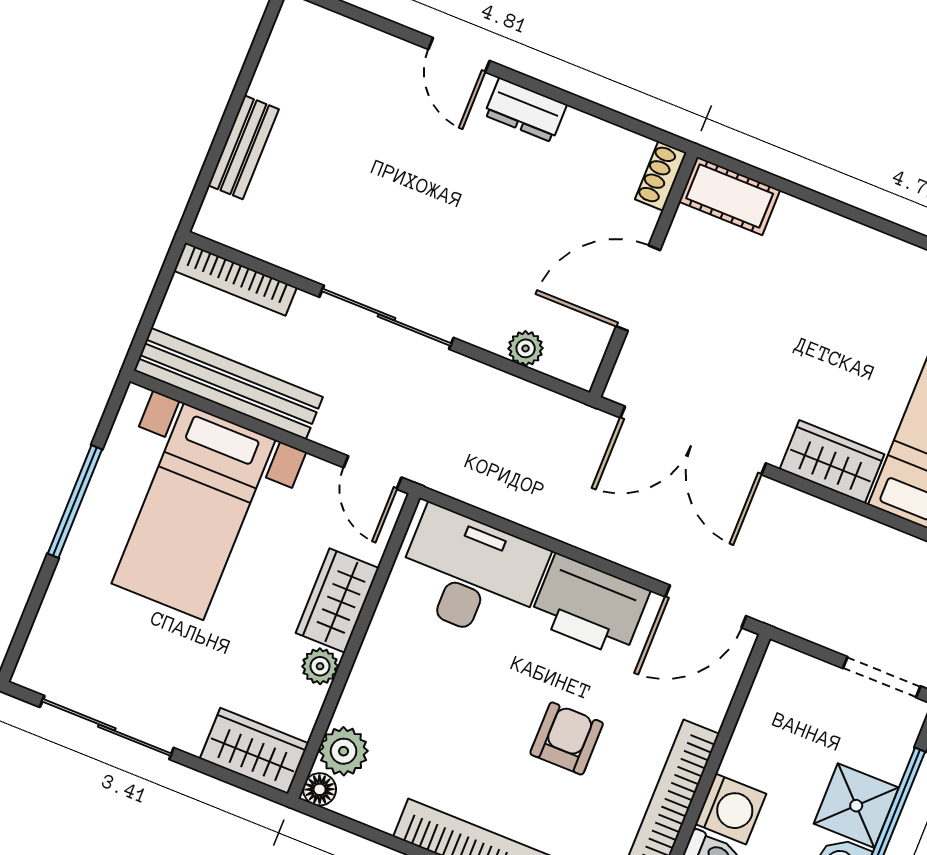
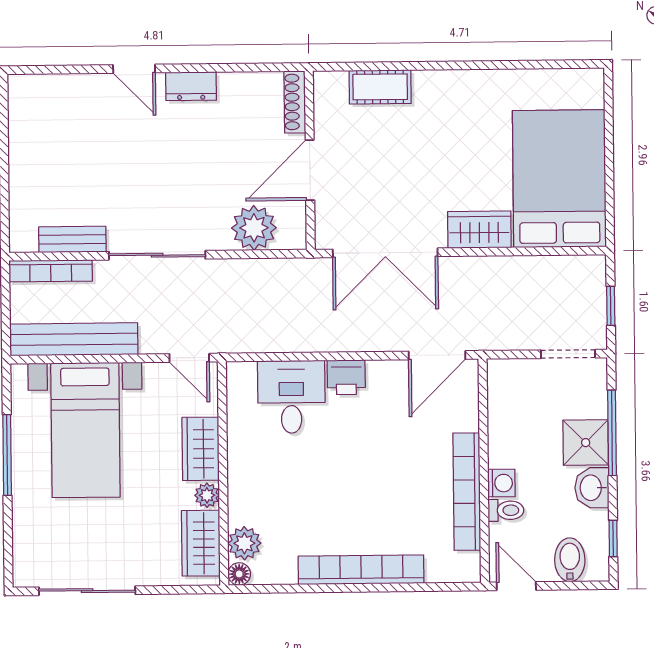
bench: (243, 147) -> (72, 239), moved, turned 90
shoe rack: (661, 176) -> (295, 102), width x1.43
cot: (730, 196) -> (380, 87), moved
plant: (526, 348) -> (254, 228), width x1.88, depth x1.88
desk: (471, 575) -> (291, 397), width x0.73
printer: (590, 606) -> (346, 377), width x0.53, depth x0.68
armchair: (567, 738) -> (383, 476), removed
wardrobe: (254, 751) -> (201, 543), moved, turned -90
washing machine: (731, 809) -> (501, 483), width x0.73, depth x0.73

